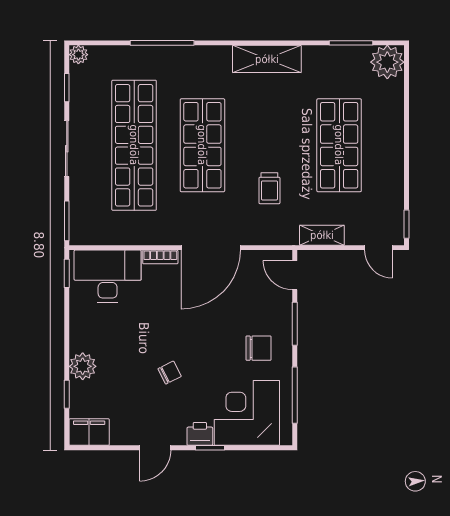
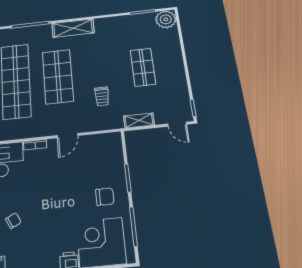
shelving: (267, 59) -> (73, 28), moved
shop shelf: (339, 145) -> (143, 67), width x0.70, depth x0.74
door: (211, 248) -> (67, 136), width x0.53
door: (295, 275) -> (124, 147), removed
chair: (170, 373) -> (13, 221), moved

